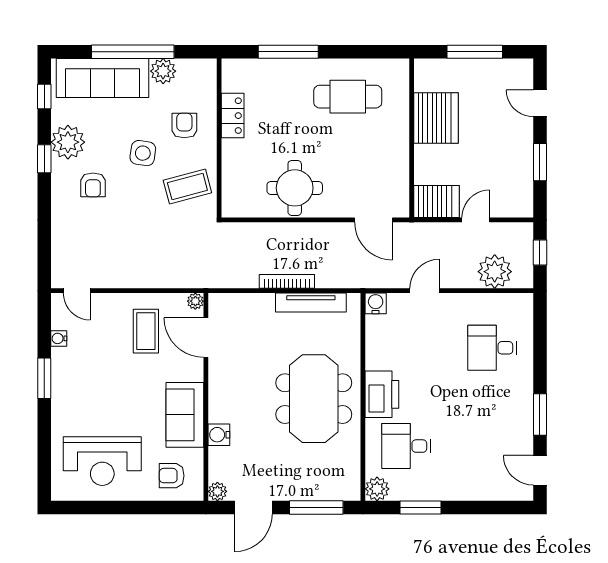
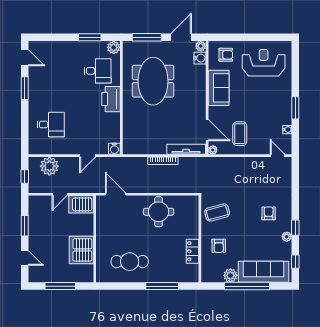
plant: (68, 142) -> (287, 237), width x0.53, depth x0.53
side table: (143, 153) -> (241, 231), removed
tv unit: (311, 302) -> (186, 149), moved
meeting table: (314, 399) -> (153, 81), moved
water cooler: (219, 435) -> (200, 58), moved

